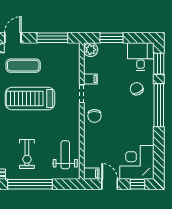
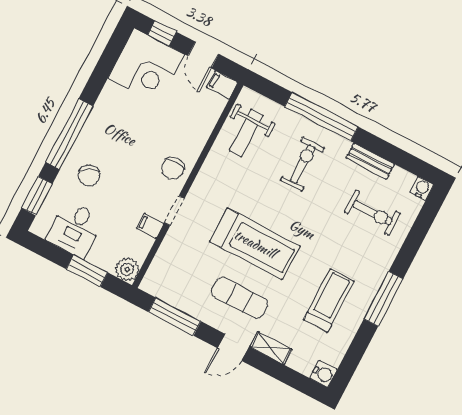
desk: (141, 57) -> (75, 229), moved
chair: (94, 116) -> (173, 168), turned 180

